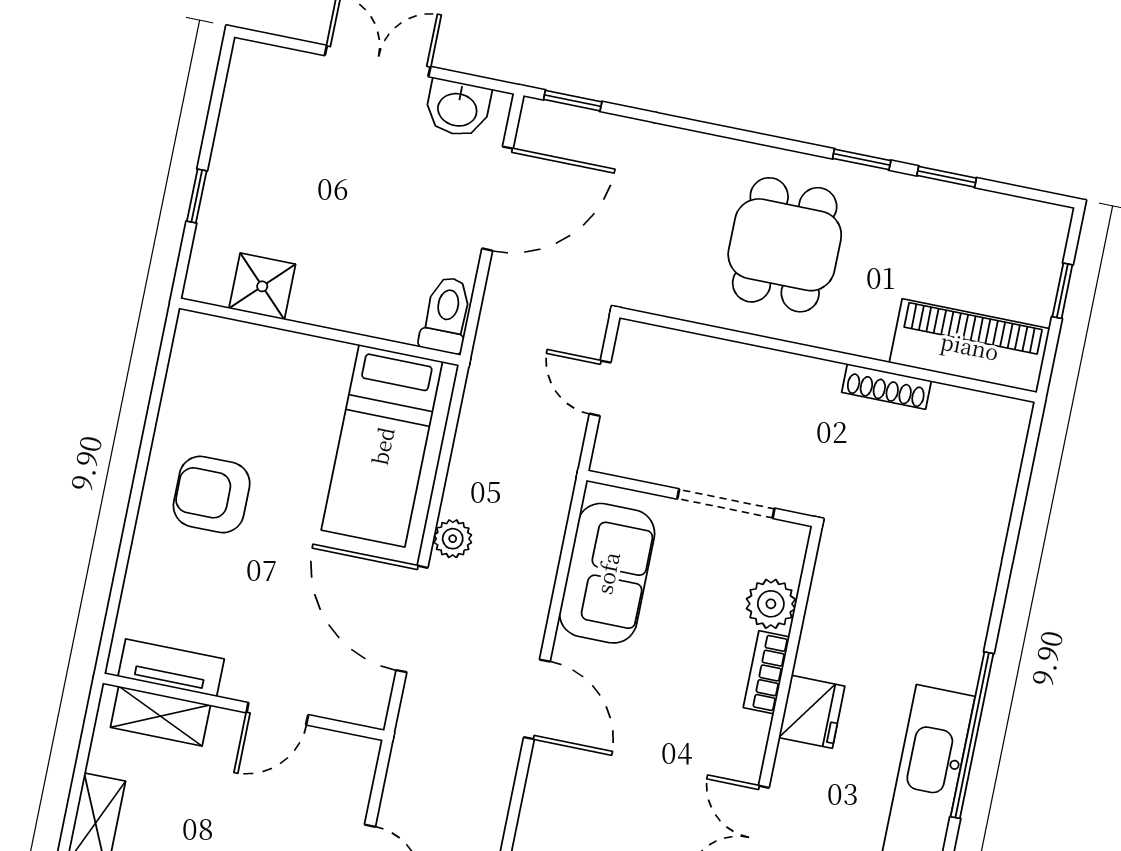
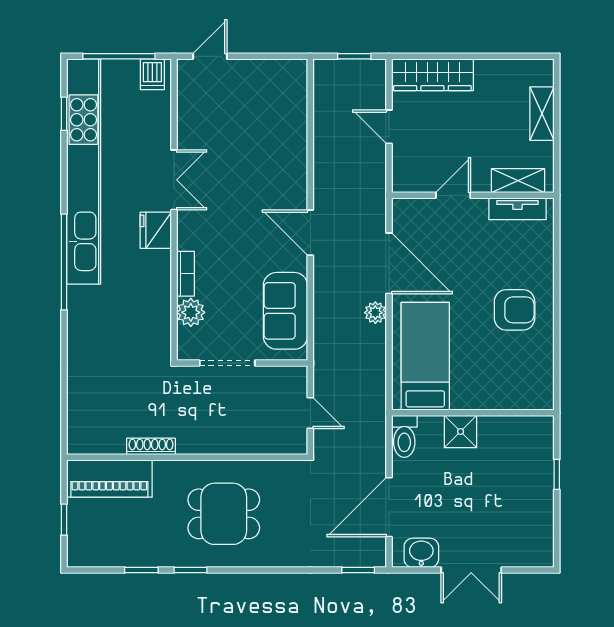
dining table: (785, 245) -> (224, 514), turned 90
shower: (262, 286) -> (461, 432), moved
fridge: (812, 712) -> (156, 230), moved

